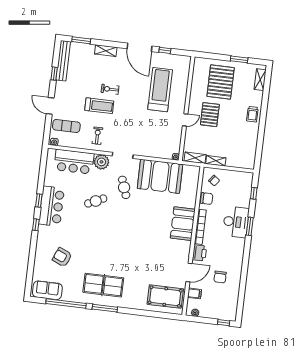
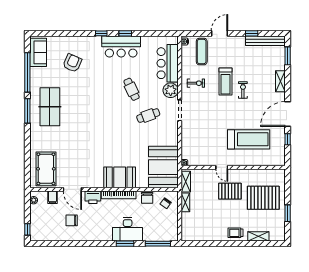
shelving: (260, 80) -> (258, 236), moved
booth: (160, 176) -> (163, 167), moved
window: (254, 193) -> (158, 244), width x2.17

